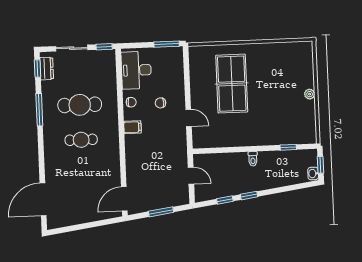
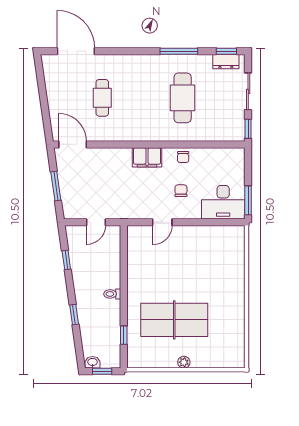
desk: (136, 70) -> (223, 202), moved, turned 180
table tennis table: (232, 84) -> (174, 320), moved
filing cabinet: (132, 127) -> (147, 157), width x2.00
cafe table: (81, 140) -> (102, 98), moved
window: (249, 196) -> (74, 315), moved

